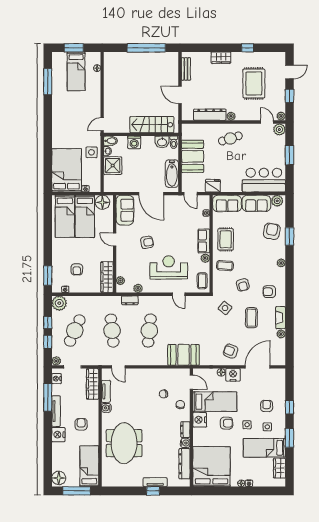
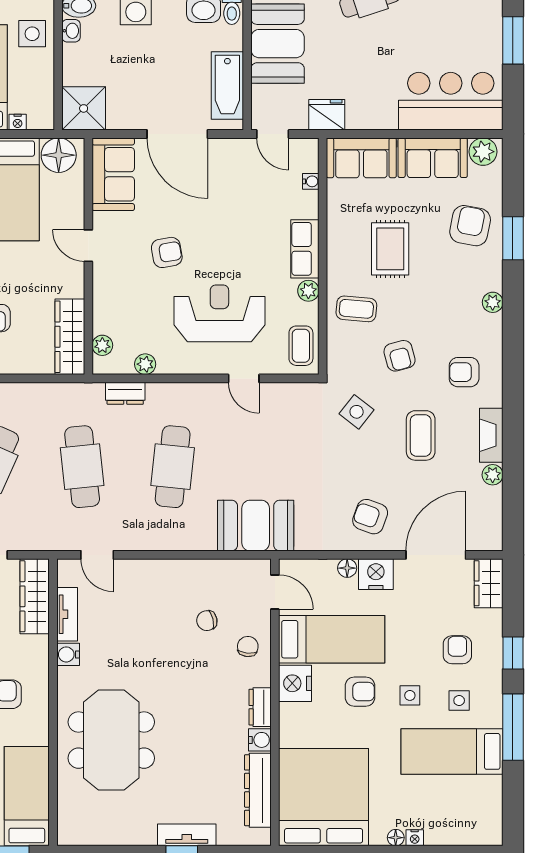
shower: (113, 166) -> (84, 108), moved
rug: (226, 239) -> (390, 249), moved
window: (289, 438) -> (513, 727), width x1.44
wardrobe: (279, 468) -> (489, 583), moved

